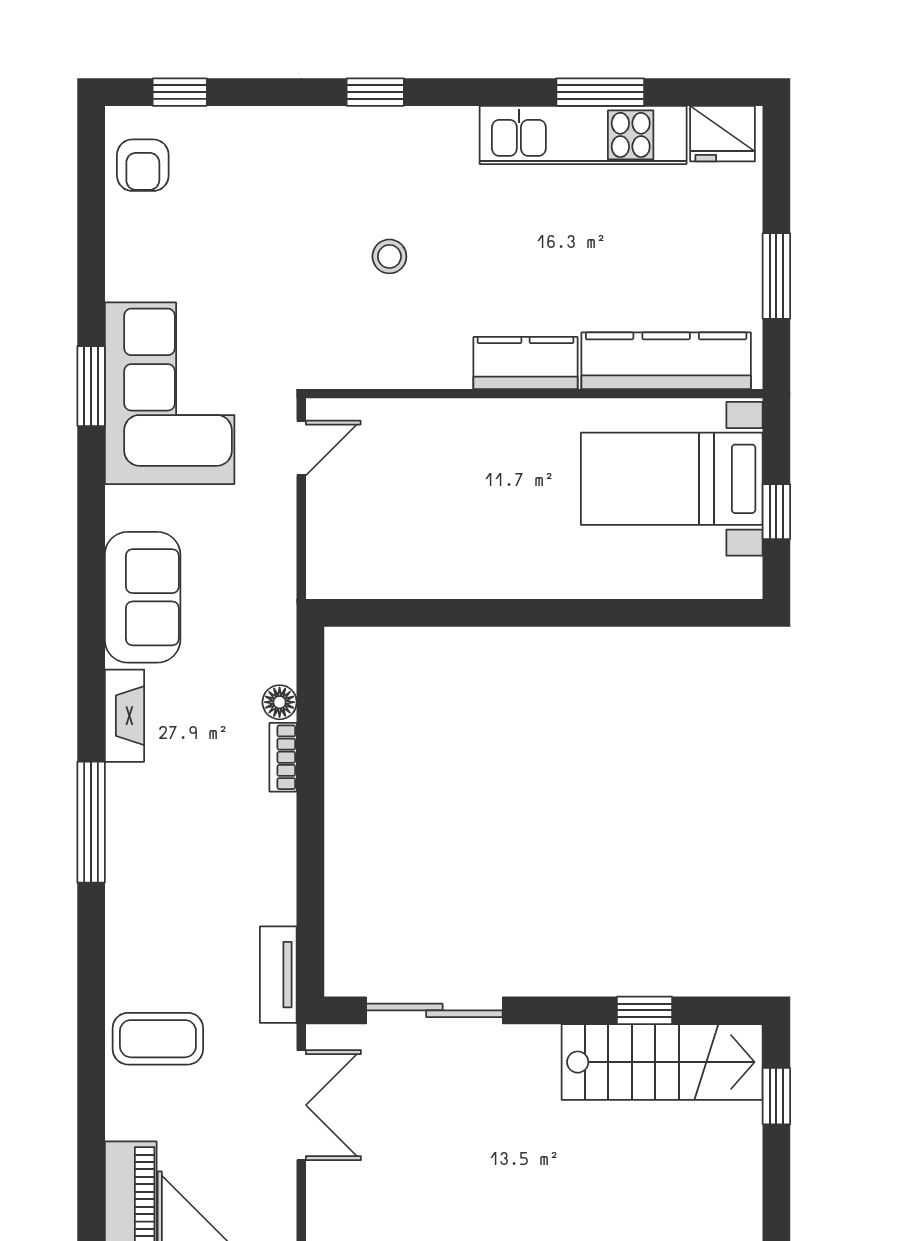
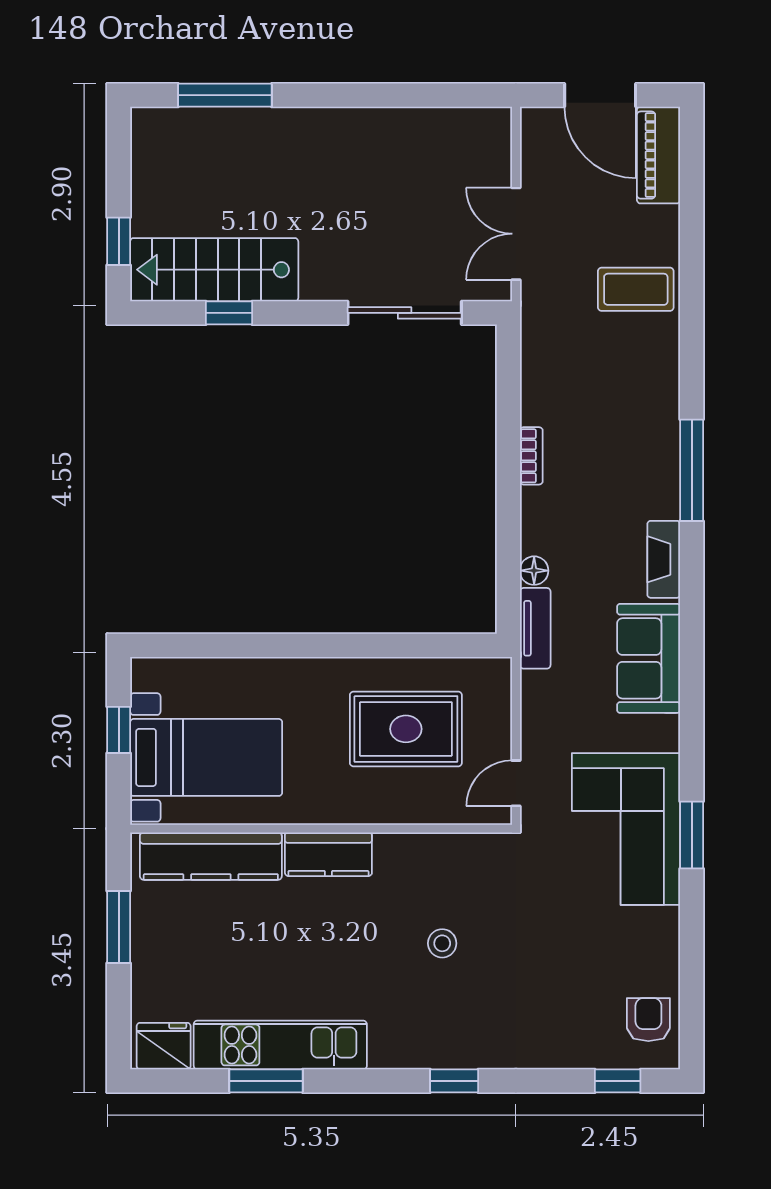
rug: (433, 513) -> (406, 729), added
bookcase: (283, 757) -> (531, 456), moved
tv unit: (278, 975) -> (535, 628), moved

